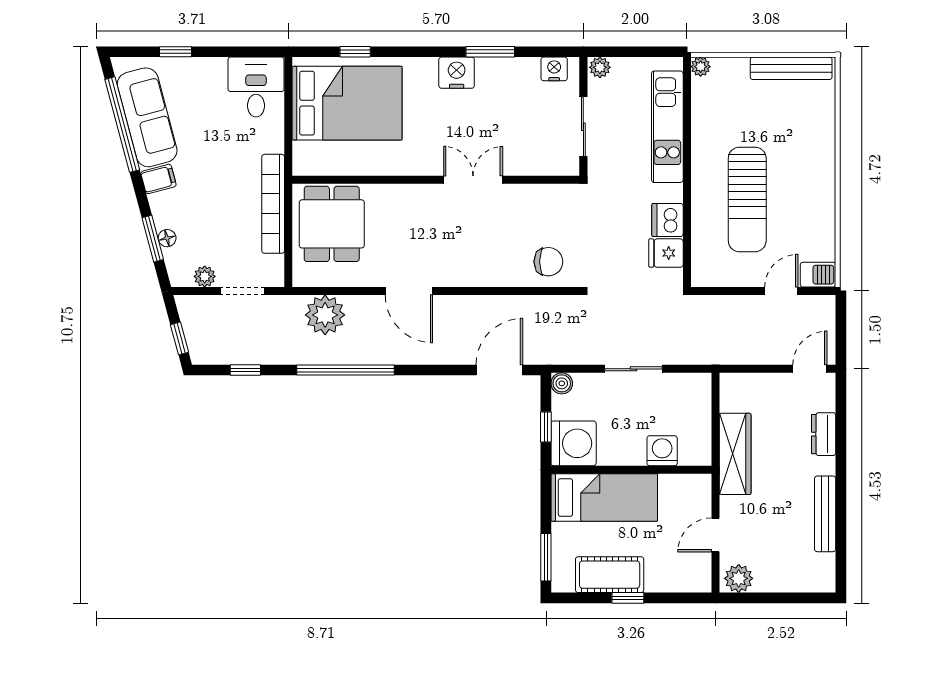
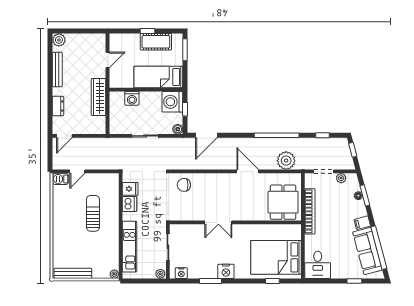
sun lounger: (747, 199) -> (93, 213), width x0.73, depth x0.75
plant: (739, 578) -> (59, 40), moved

